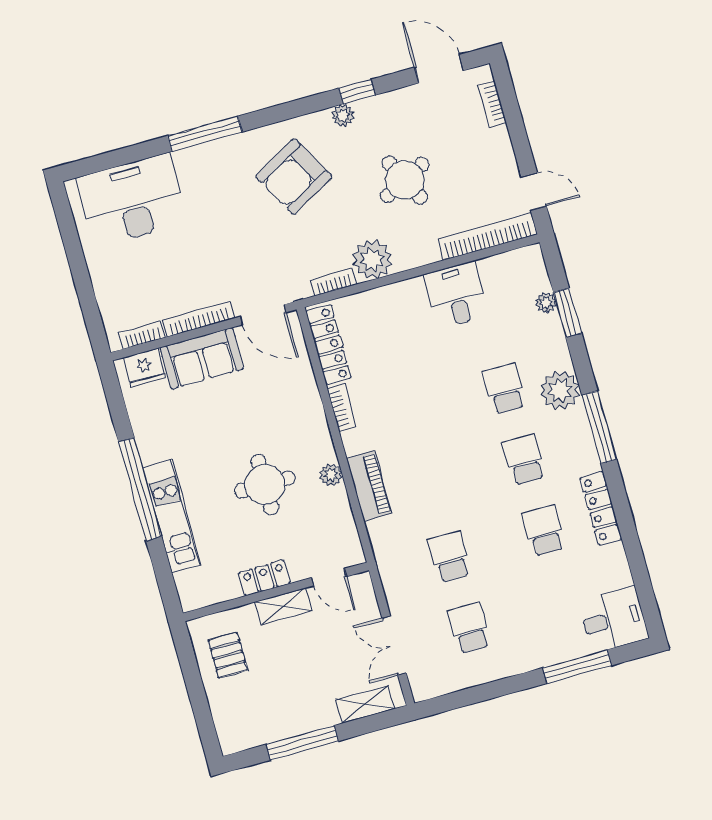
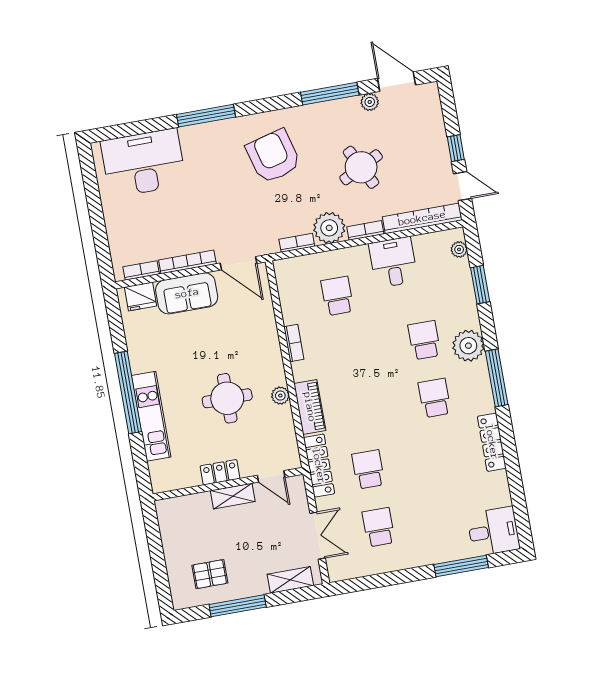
window: (357, 92) -> (330, 94), width x2.17
bookcase: (492, 104) -> (365, 230), moved, turned 90
plant: (343, 115) -> (370, 102), moved
window: (521, 145) -> (456, 148), added
armchair: (294, 177) -> (273, 156), turned 104
plant: (546, 303) -> (459, 249), moved
locker: (328, 345) -> (319, 466), moved
school desk: (544, 531) -> (337, 296), moved
double door: (394, 646) -> (318, 536), swing flipped
pallet: (228, 655) -> (210, 574), moved, turned 90

